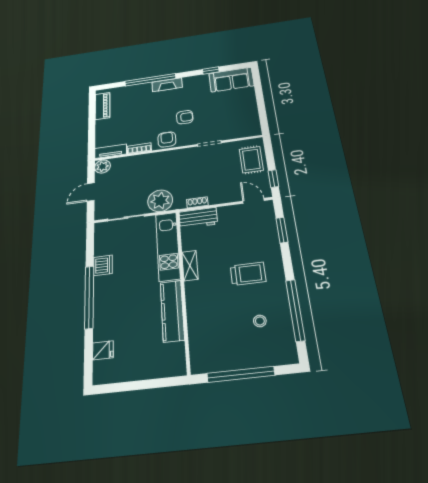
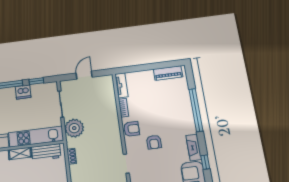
fireplace: (167, 85) -> (194, 148), moved
plant: (102, 166) -> (107, 81), removed
door: (91, 192) -> (84, 75), hinge flipped
workbench: (198, 218) -> (46, 152), moved, turned -90
window: (90, 249) -> (36, 81), added

